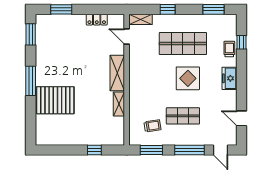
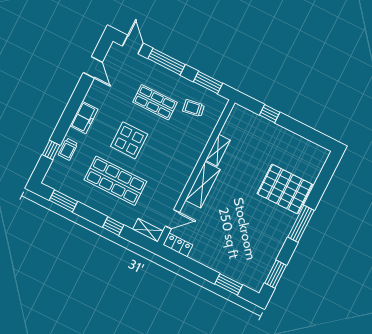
locker: (97, 20) -> (178, 245), moved
door: (127, 36) -> (172, 219), hinge flipped

